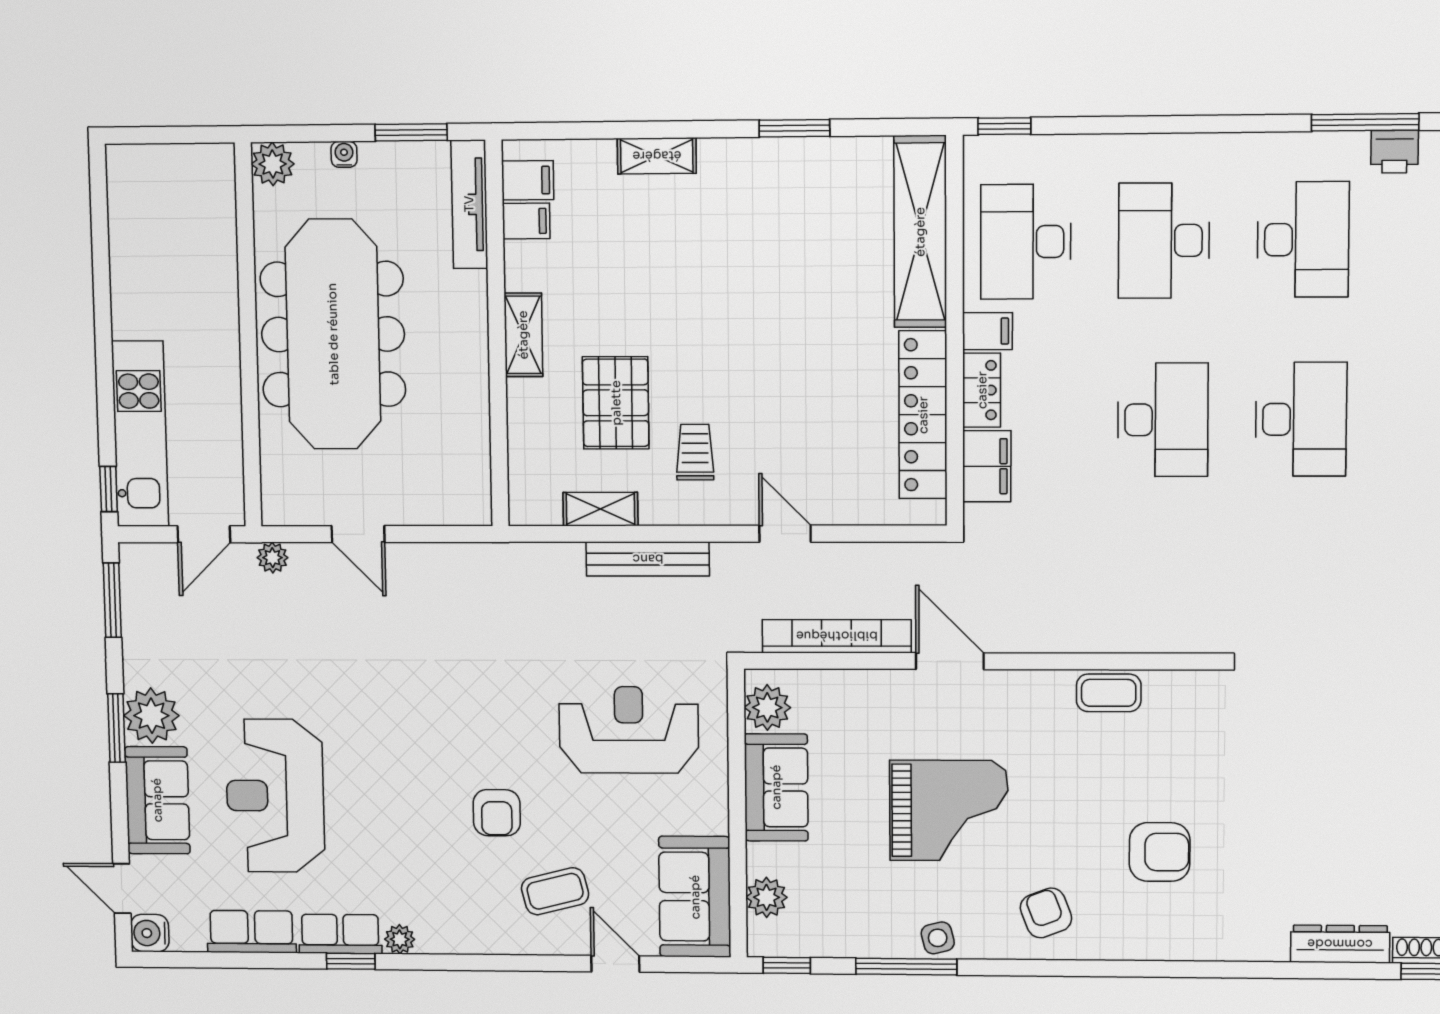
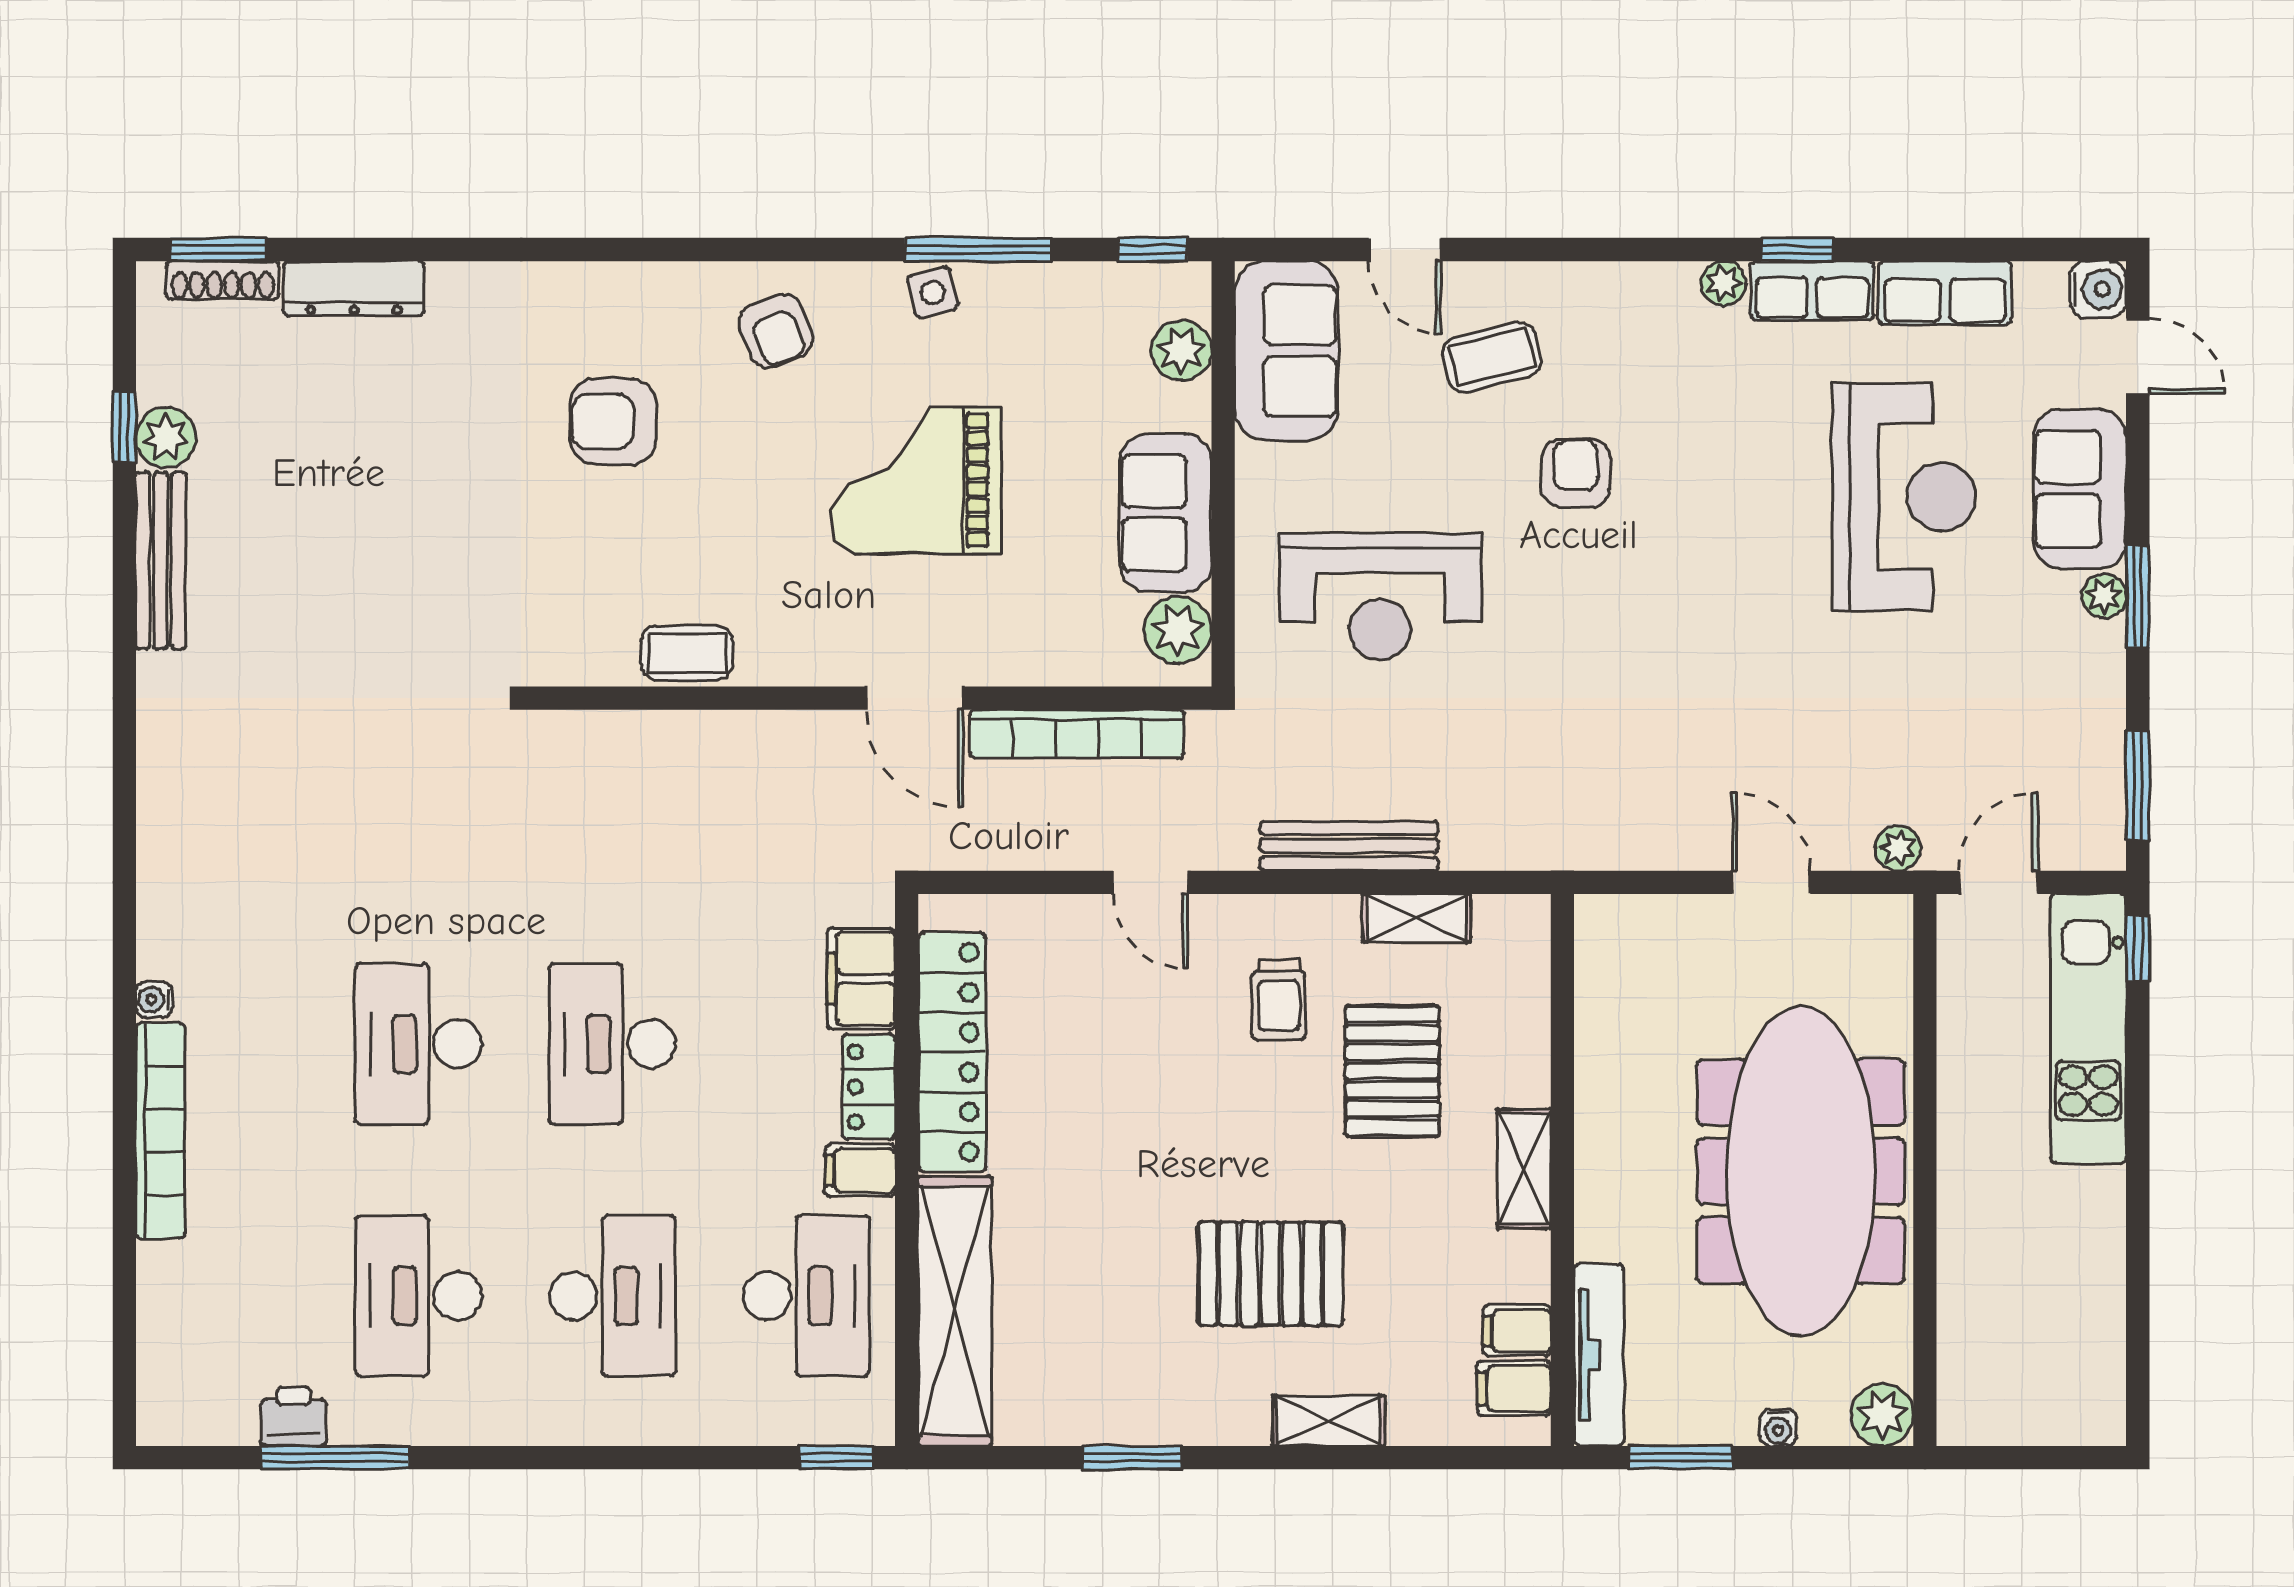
pallet: (699, 260) -> (1271, 1274), added
plant: (151, 716) -> (2104, 596), width x0.53, depth x0.53

